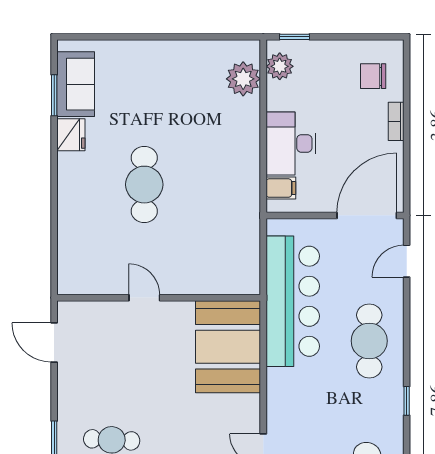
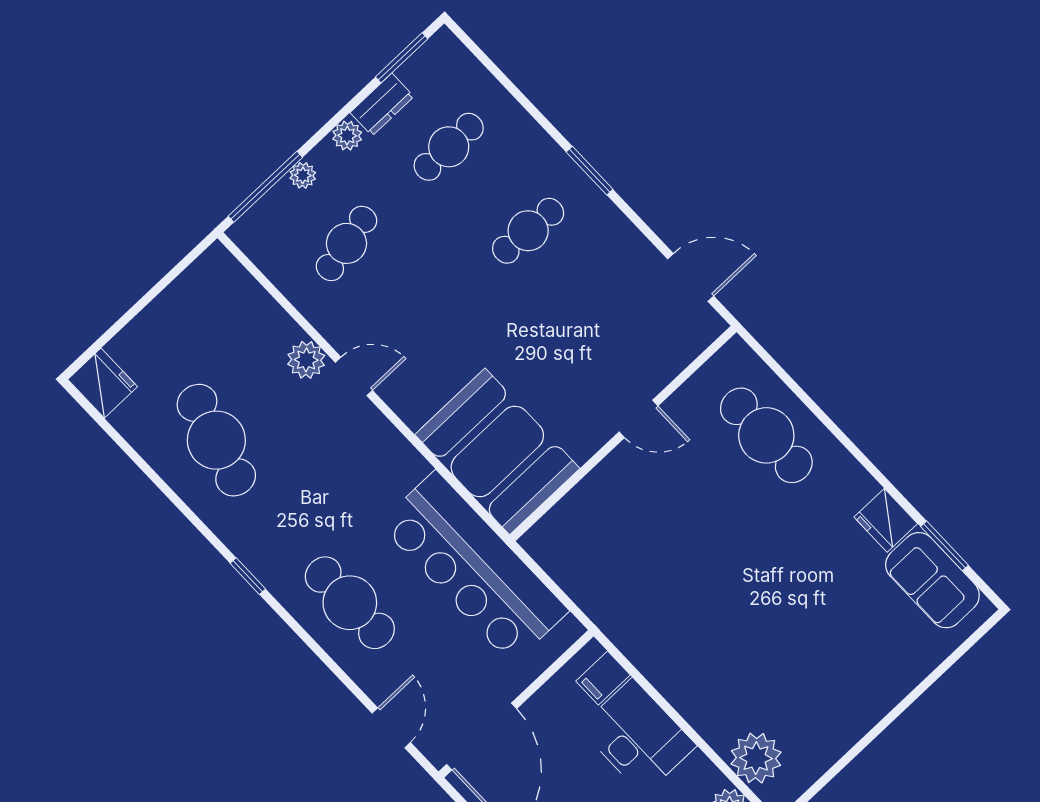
cafe table: (144, 185) -> (766, 435), moved

